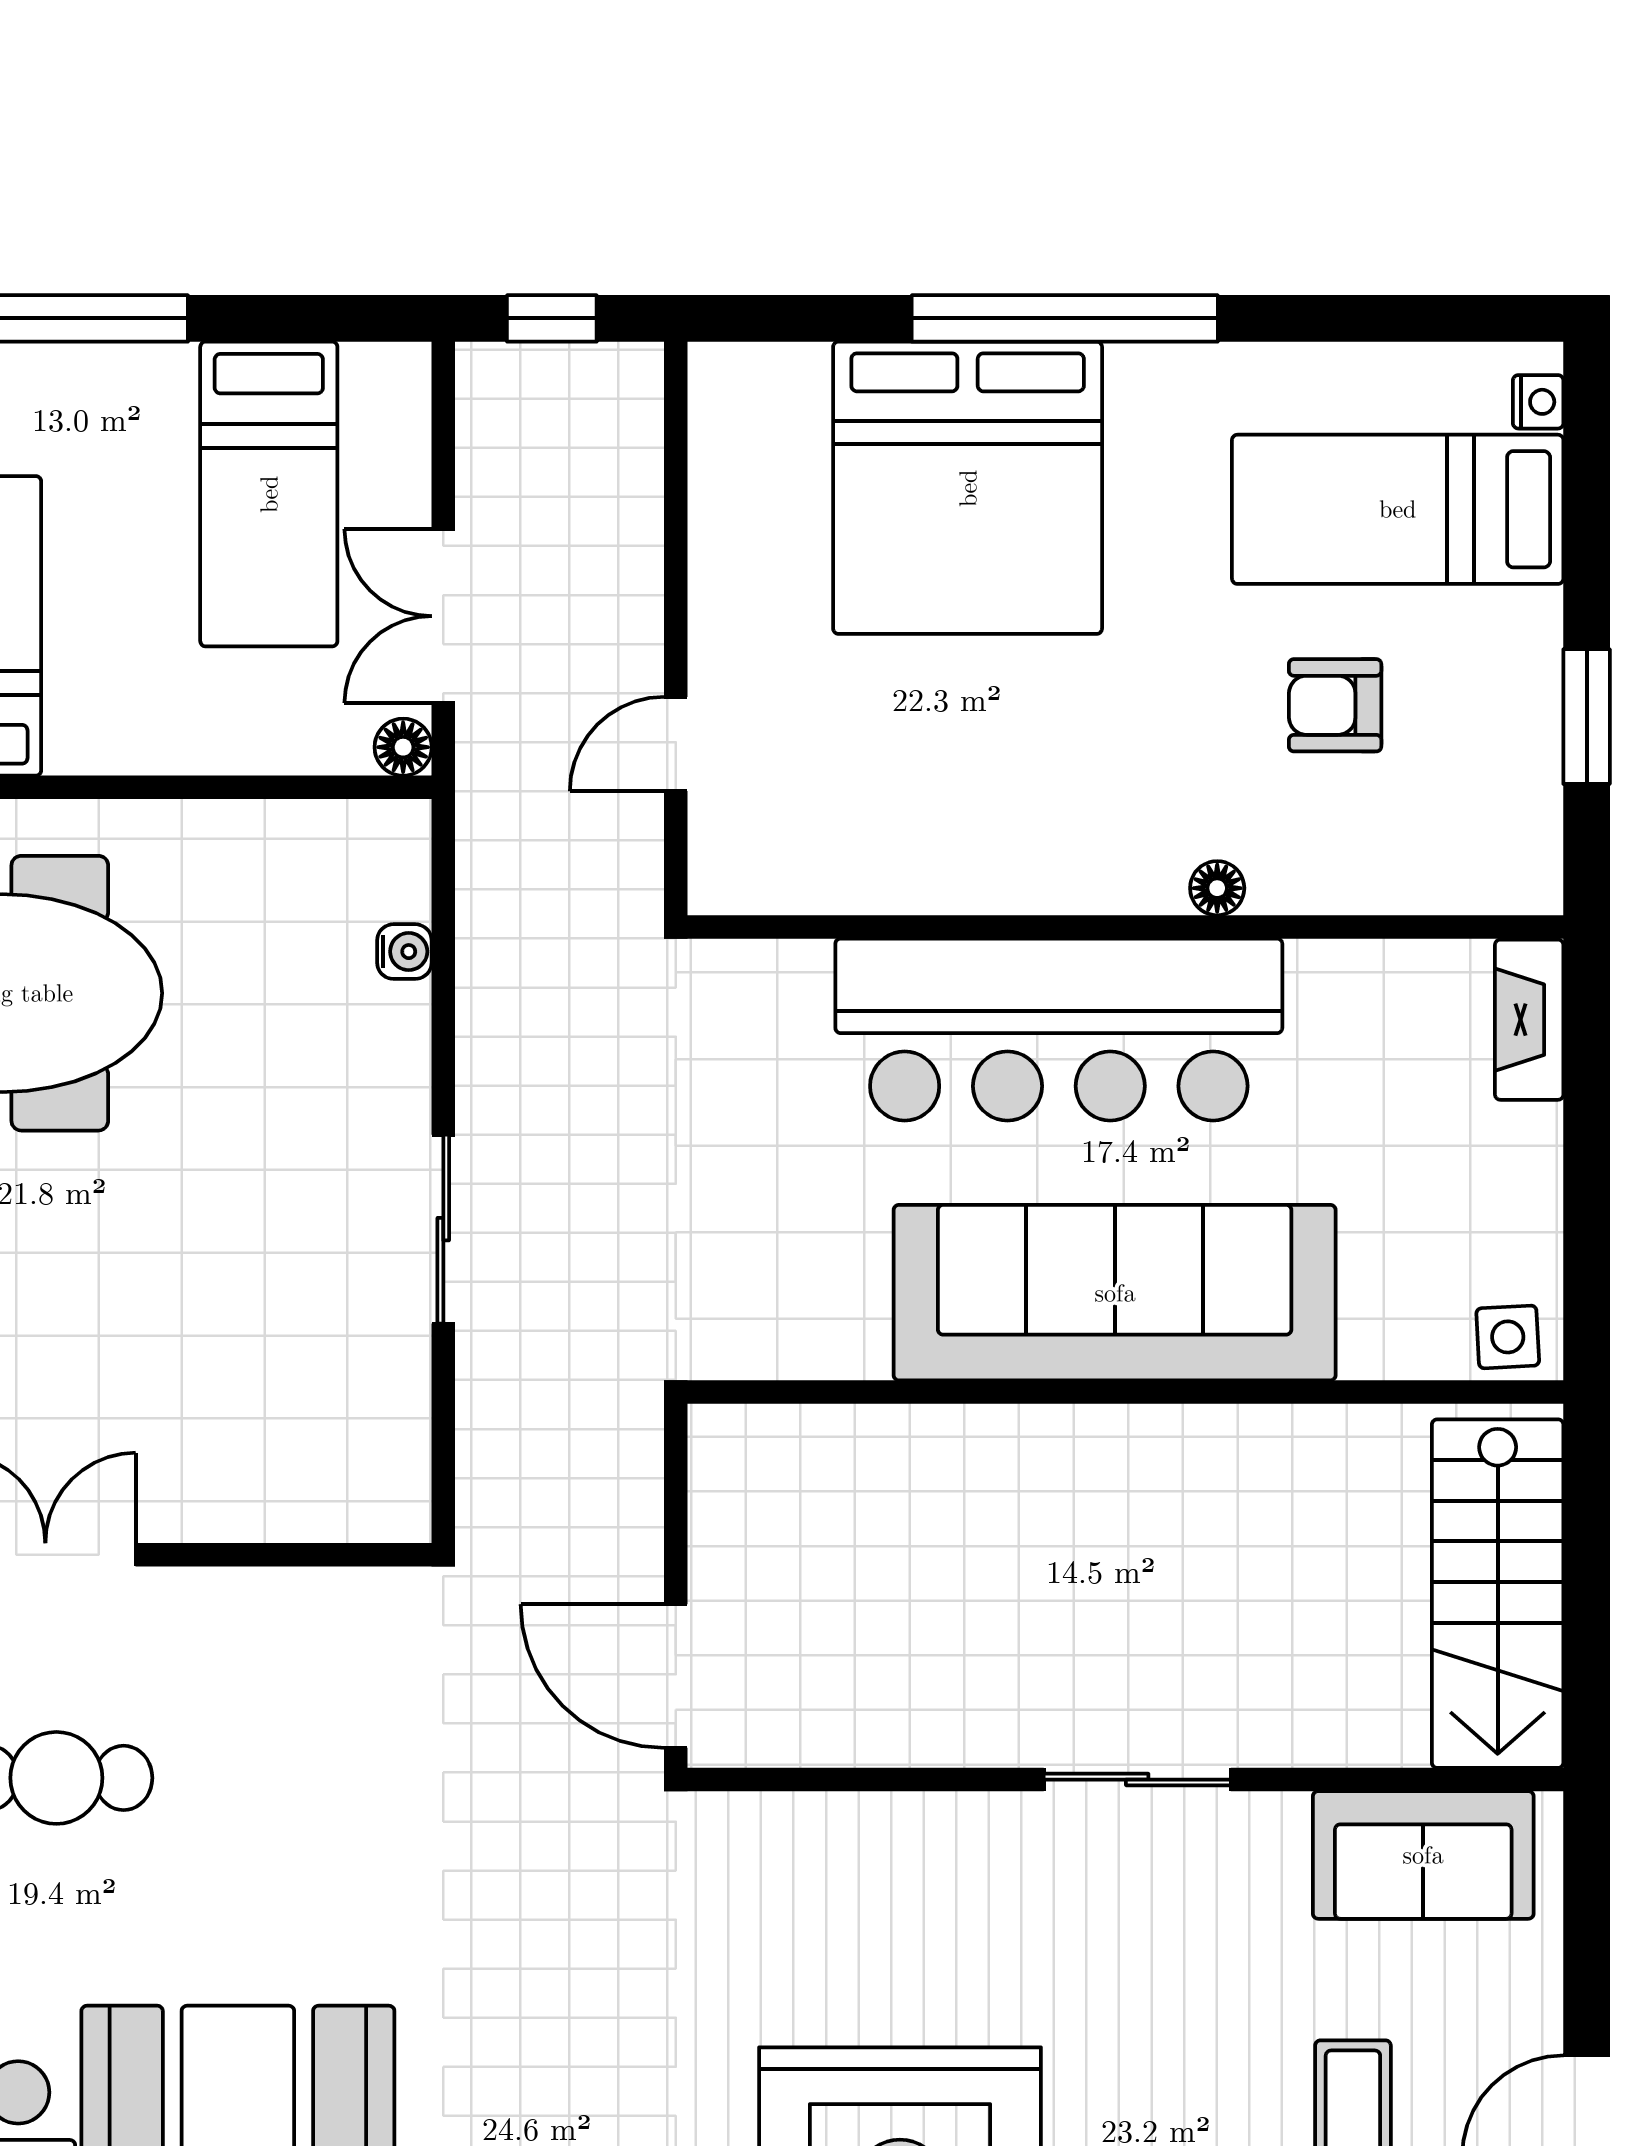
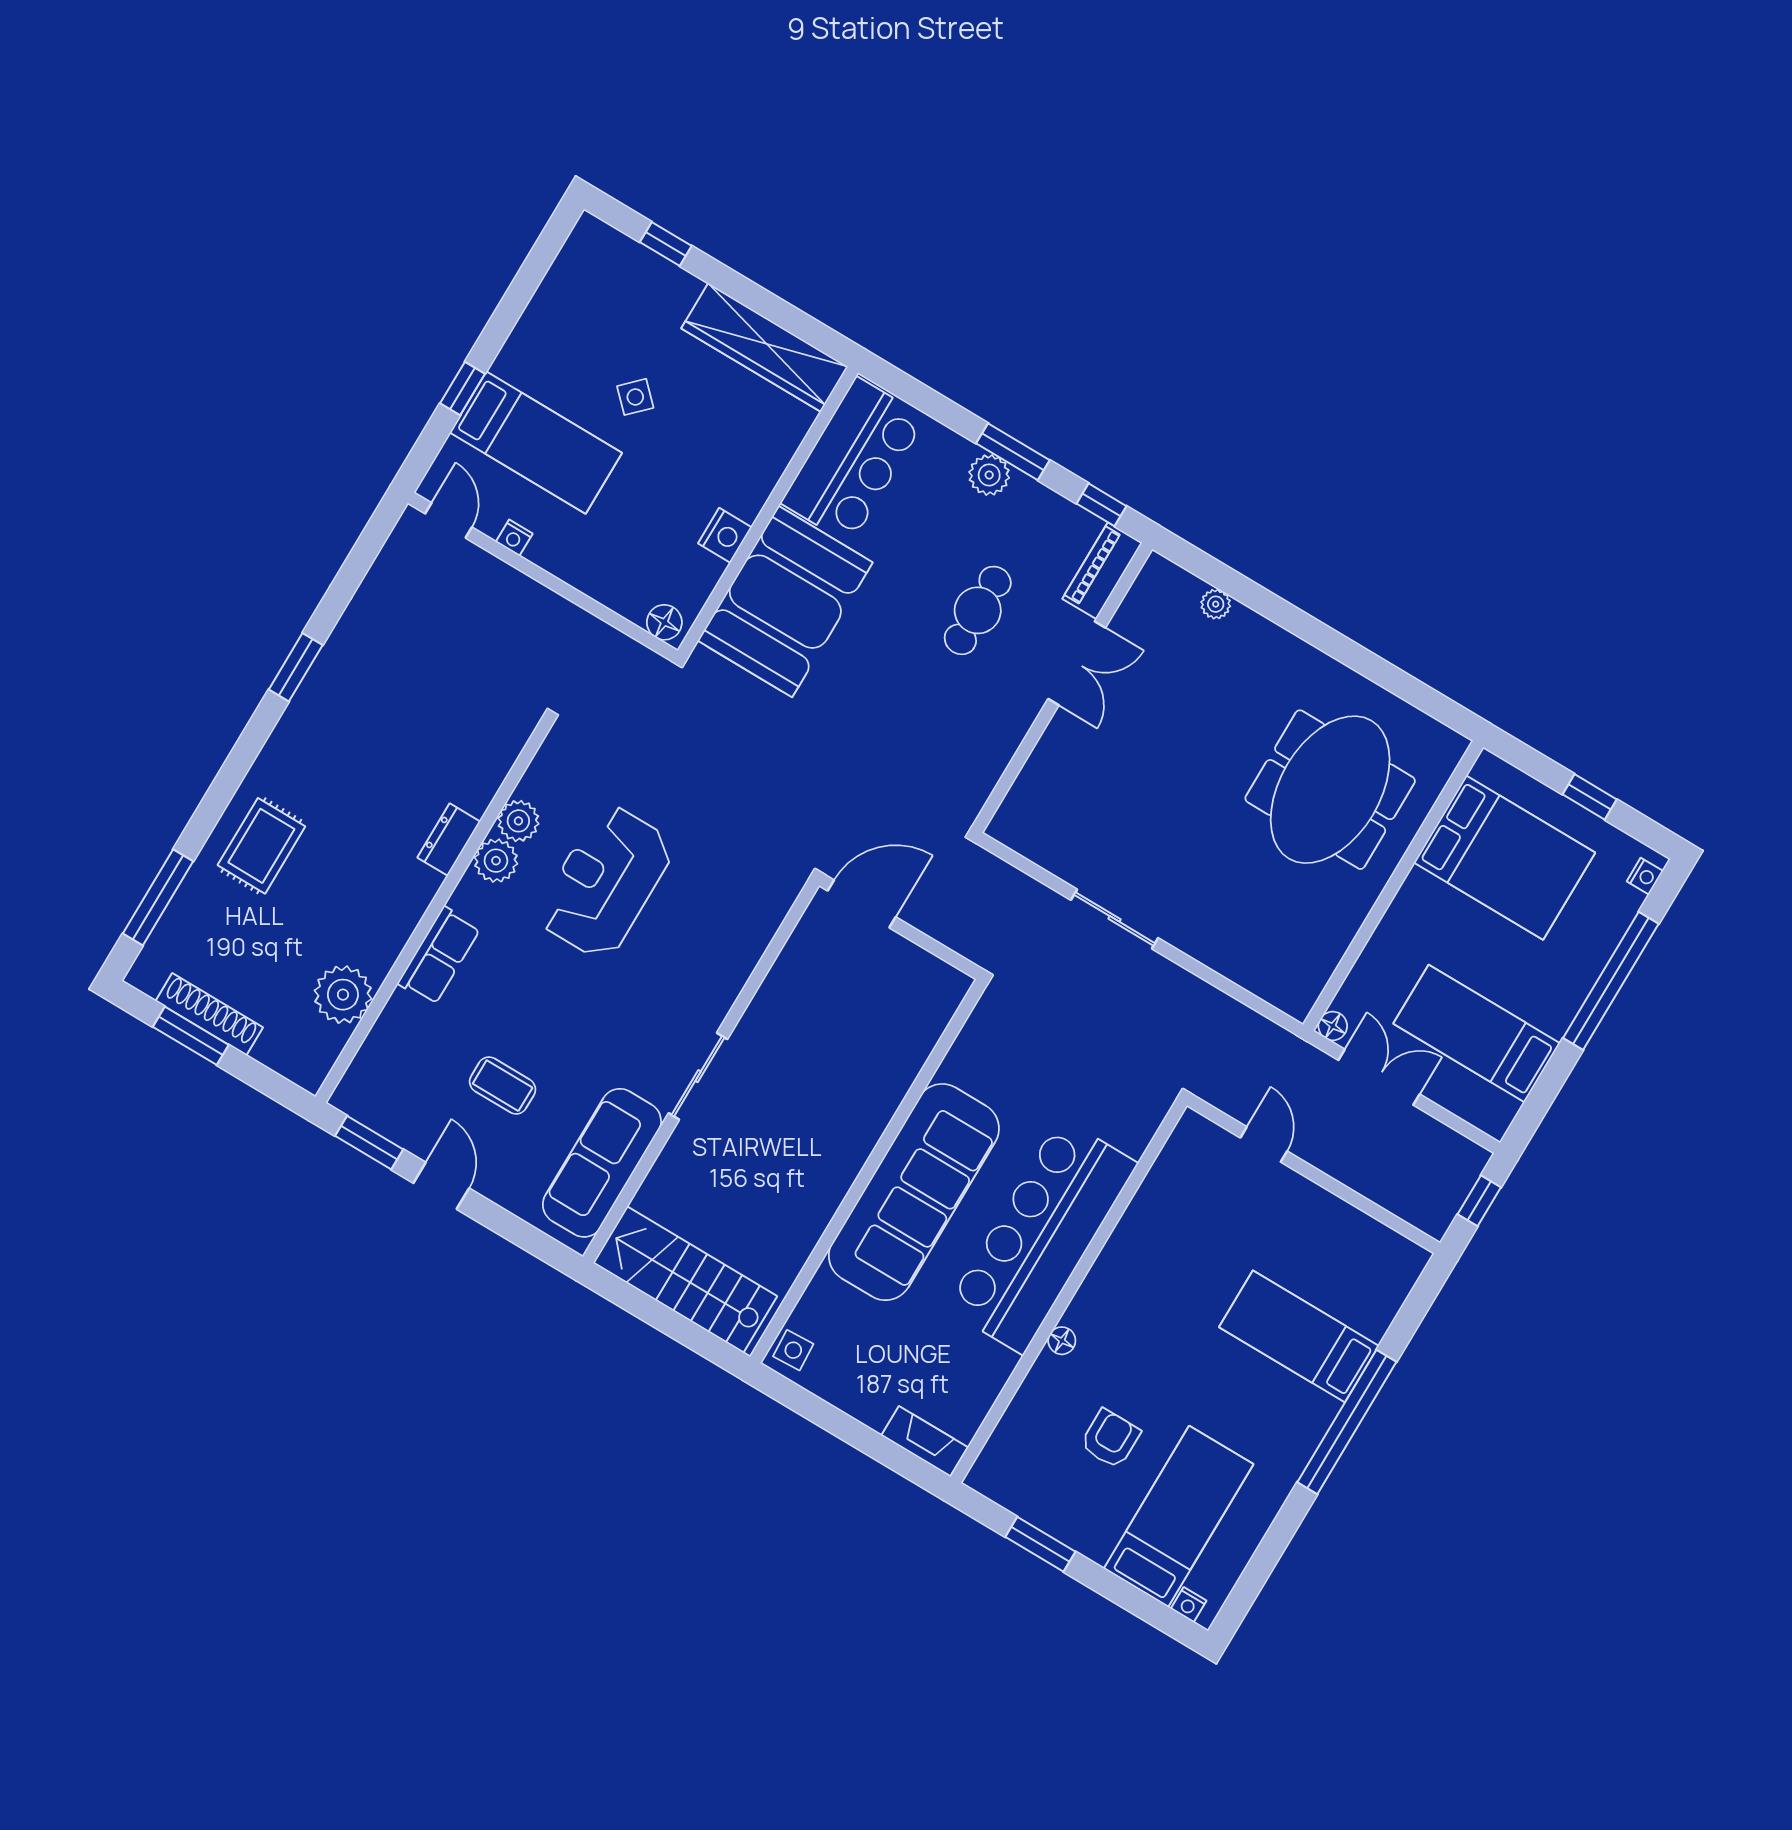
bed: (968, 488) -> (1299, 1336), width x0.49
water cooler: (404, 952) -> (1244, 974), removed
sofa: (1423, 1855) -> (602, 1163), width x1.36

